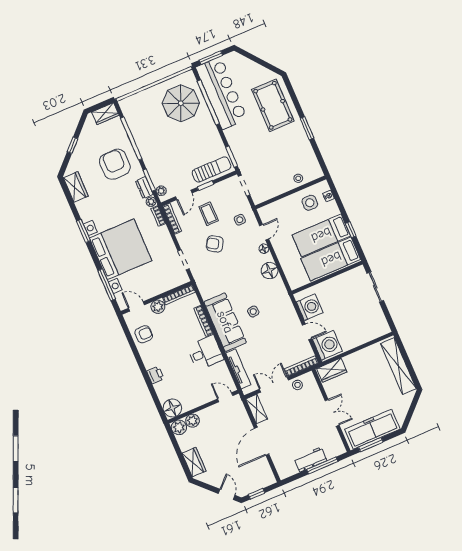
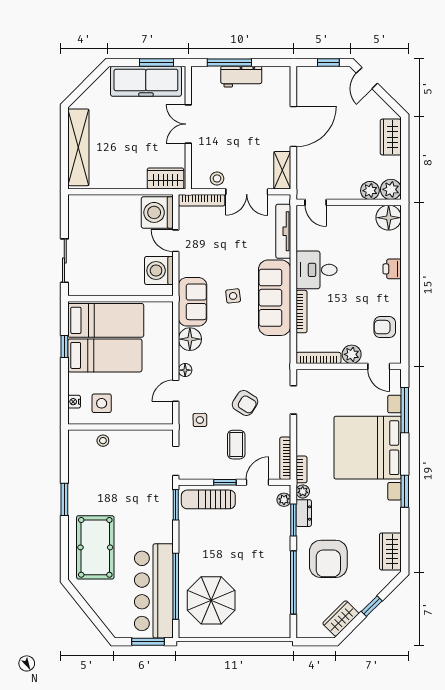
wardrobe: (105, 114) -> (341, 618), moved, turned -45
sofa: (278, 296) -> (193, 302), added

